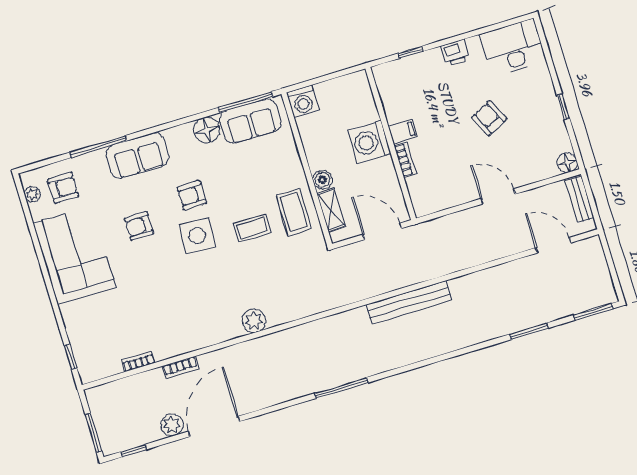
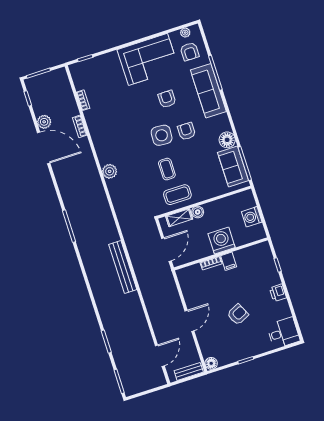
desk: (513, 48) -> (283, 333), width x0.73
washing machine: (303, 101) -> (252, 217), moved
sofa: (137, 156) -> (208, 91), width x1.36

